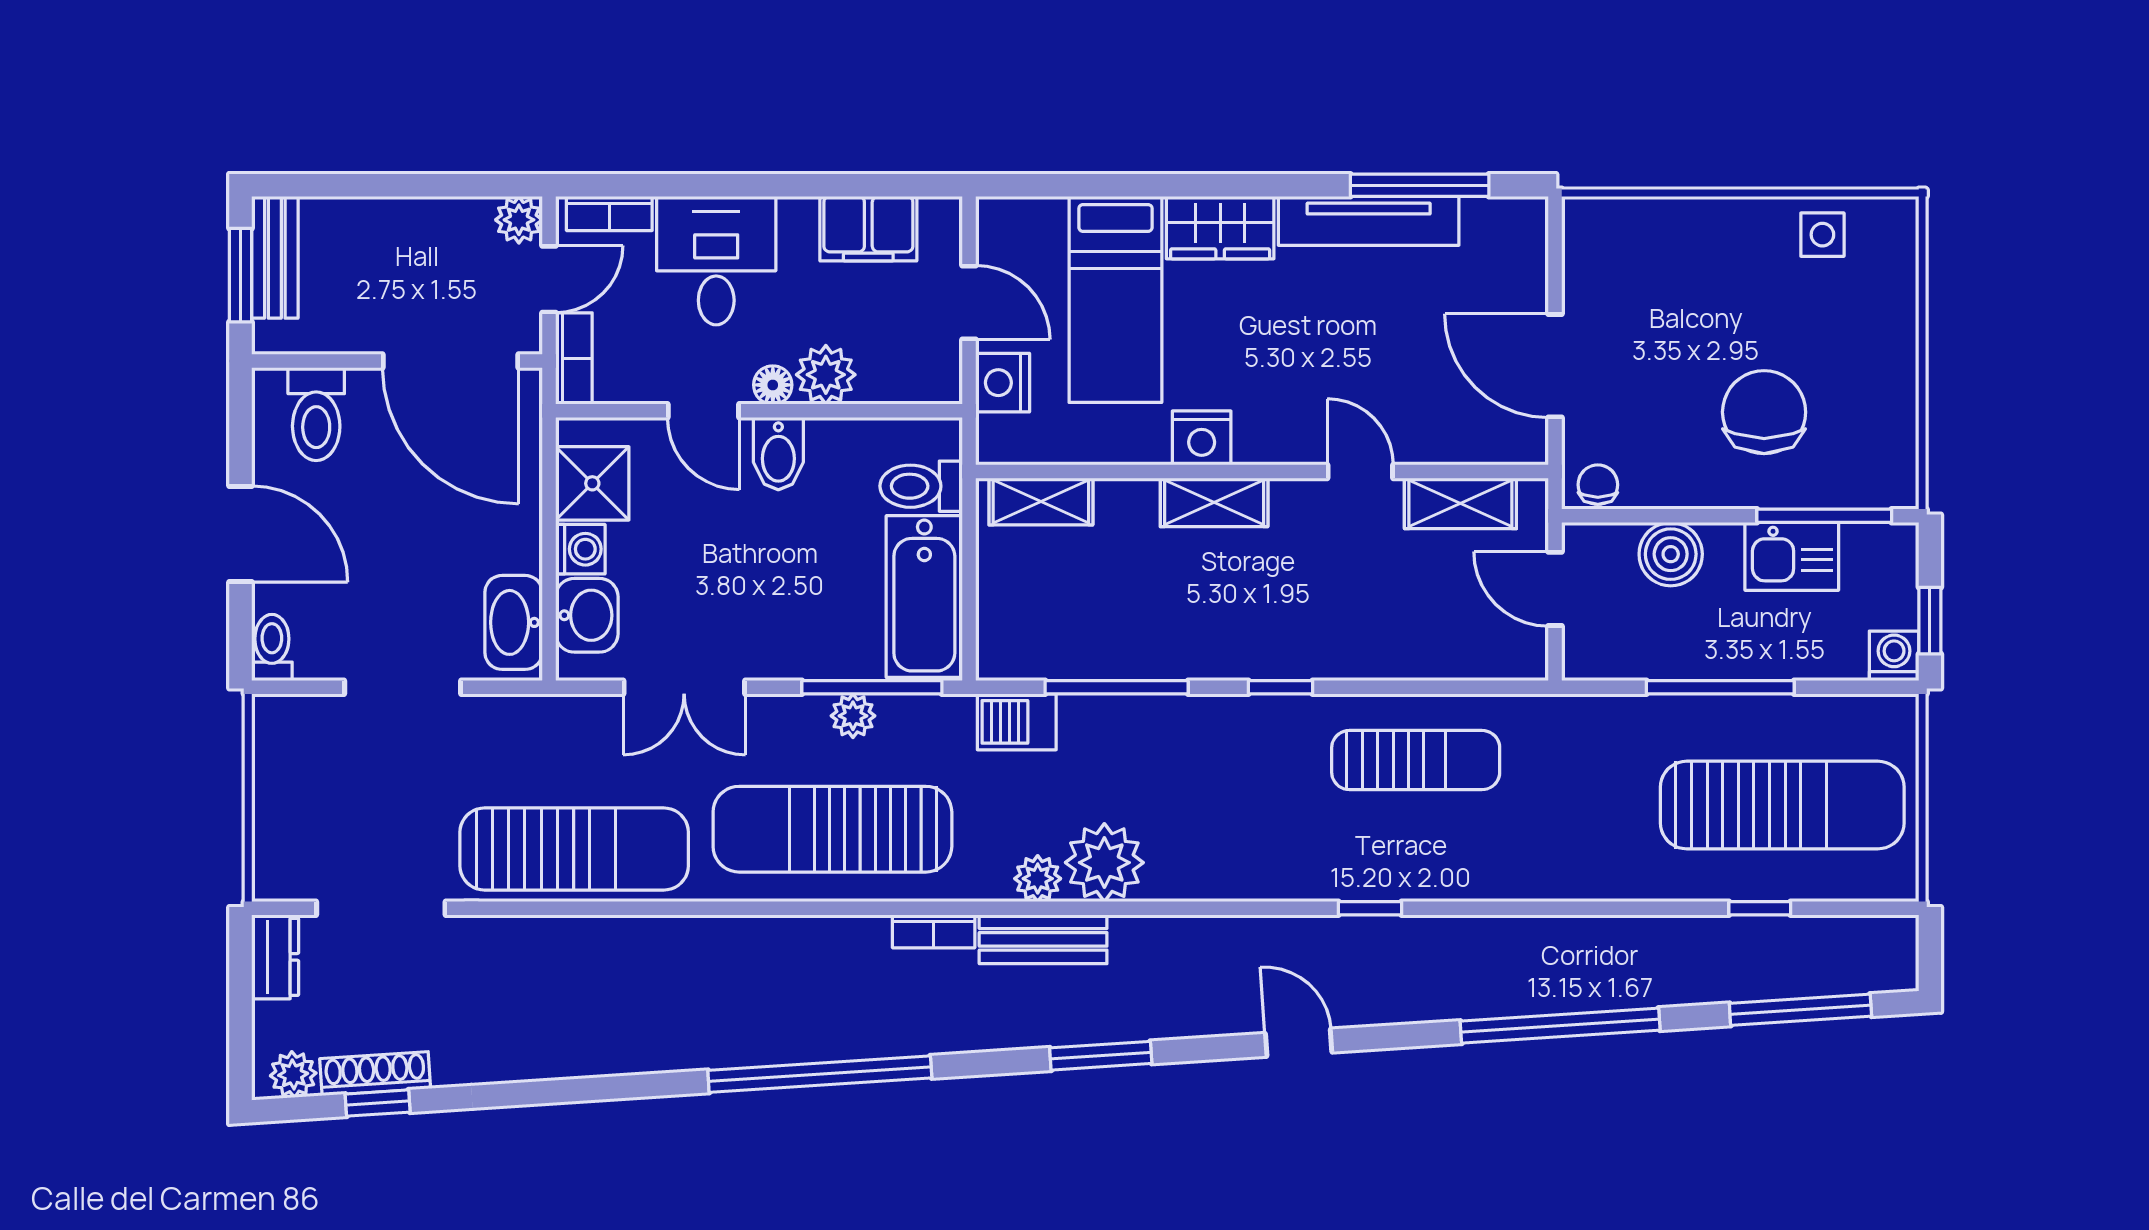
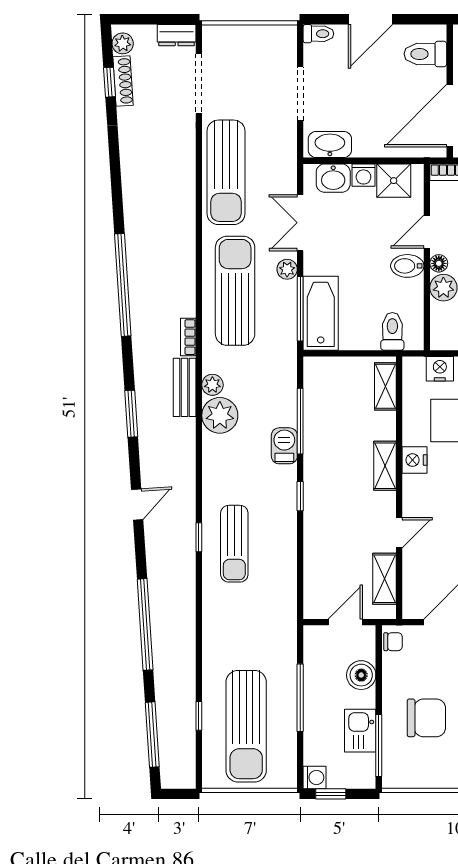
bathtub: (924, 597) -> (321, 313), moved, turned 90
plant: (853, 716) -> (287, 269), moved
barbecue: (1017, 722) -> (284, 446), moved
sun lounger: (1416, 760) -> (234, 544), moved

